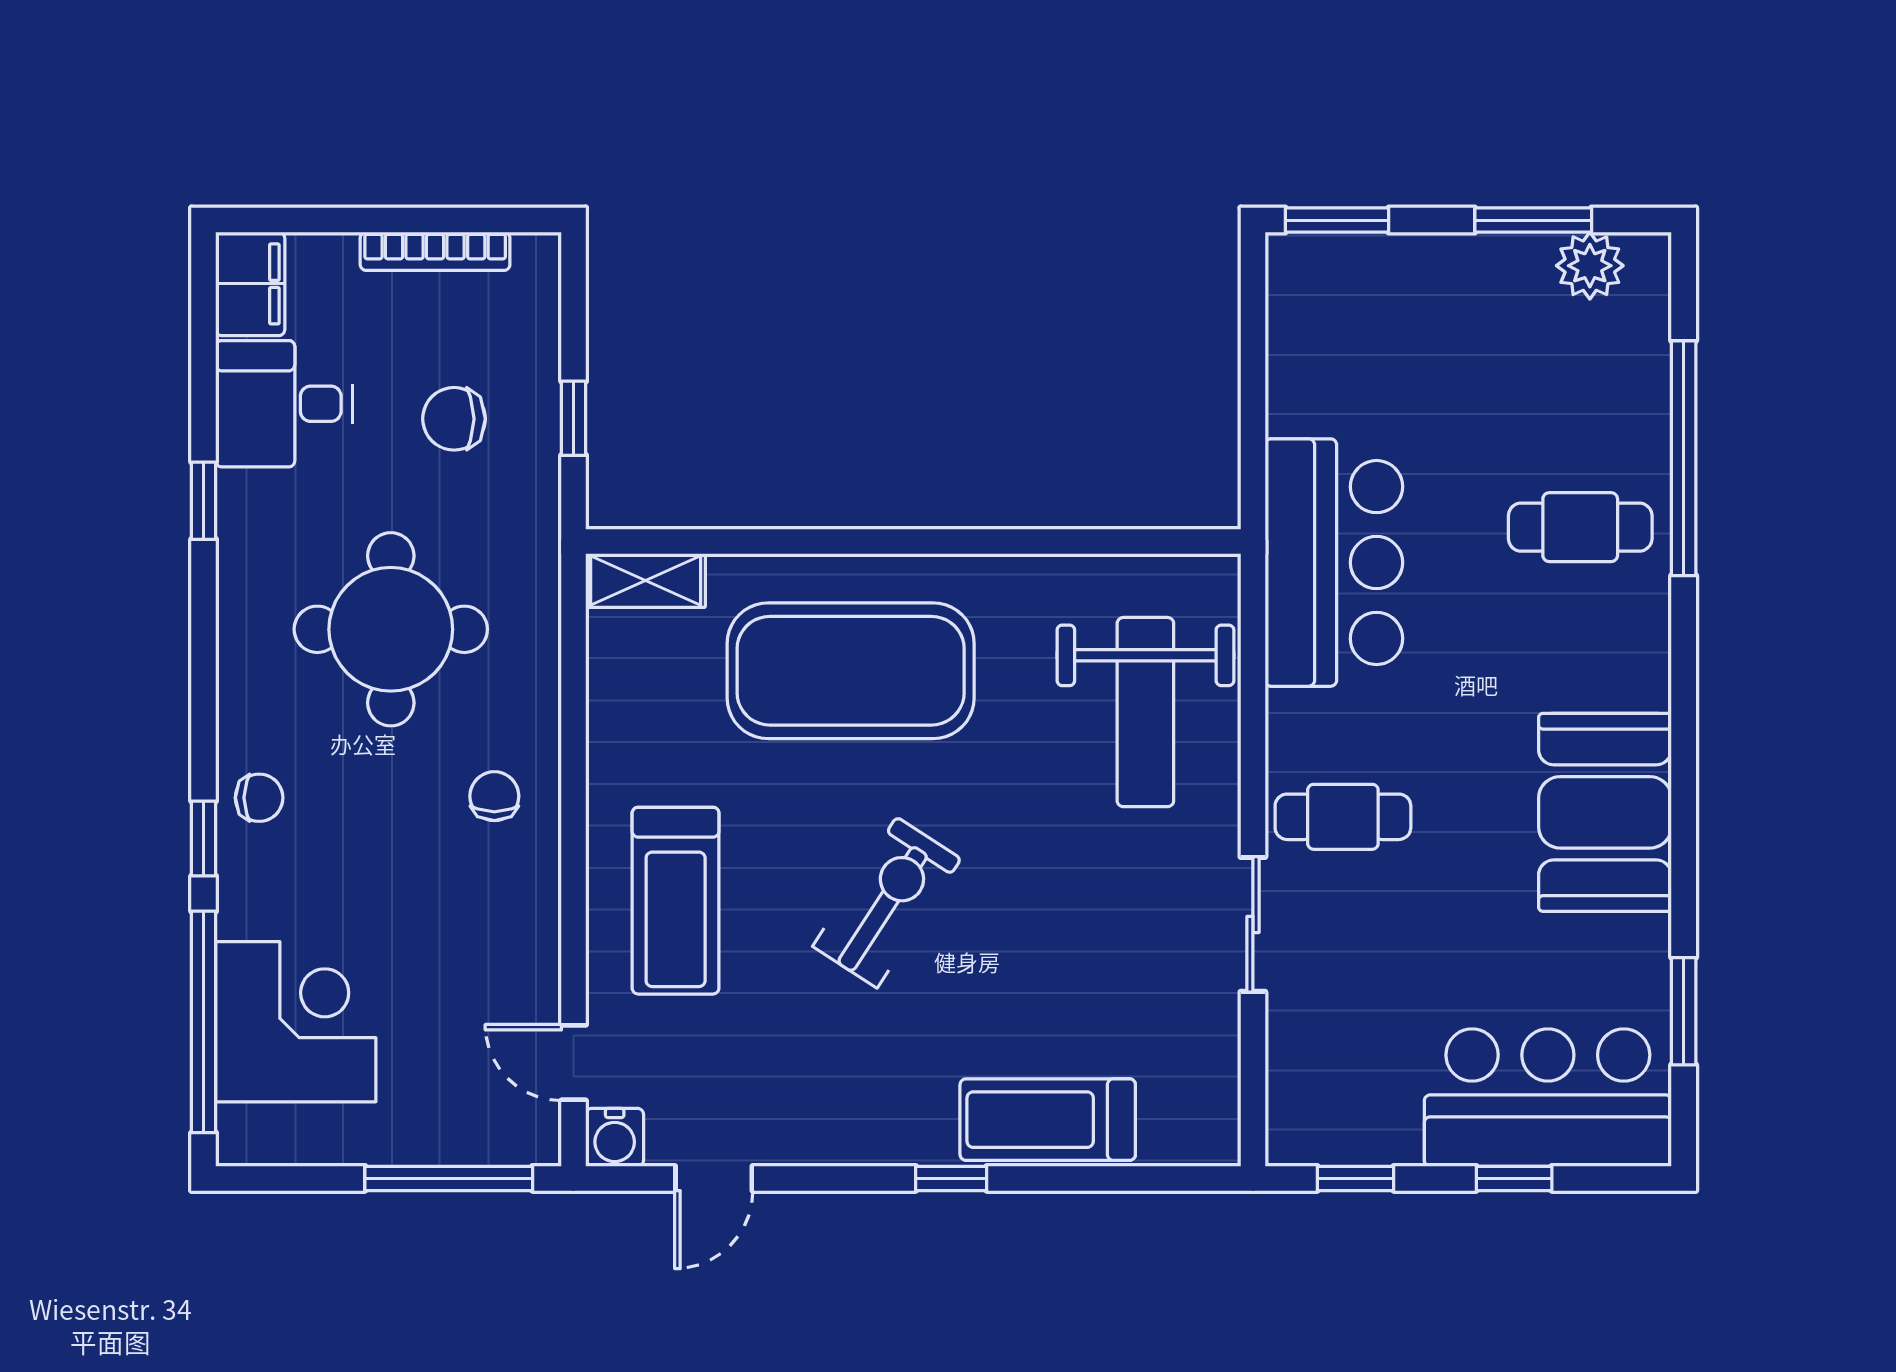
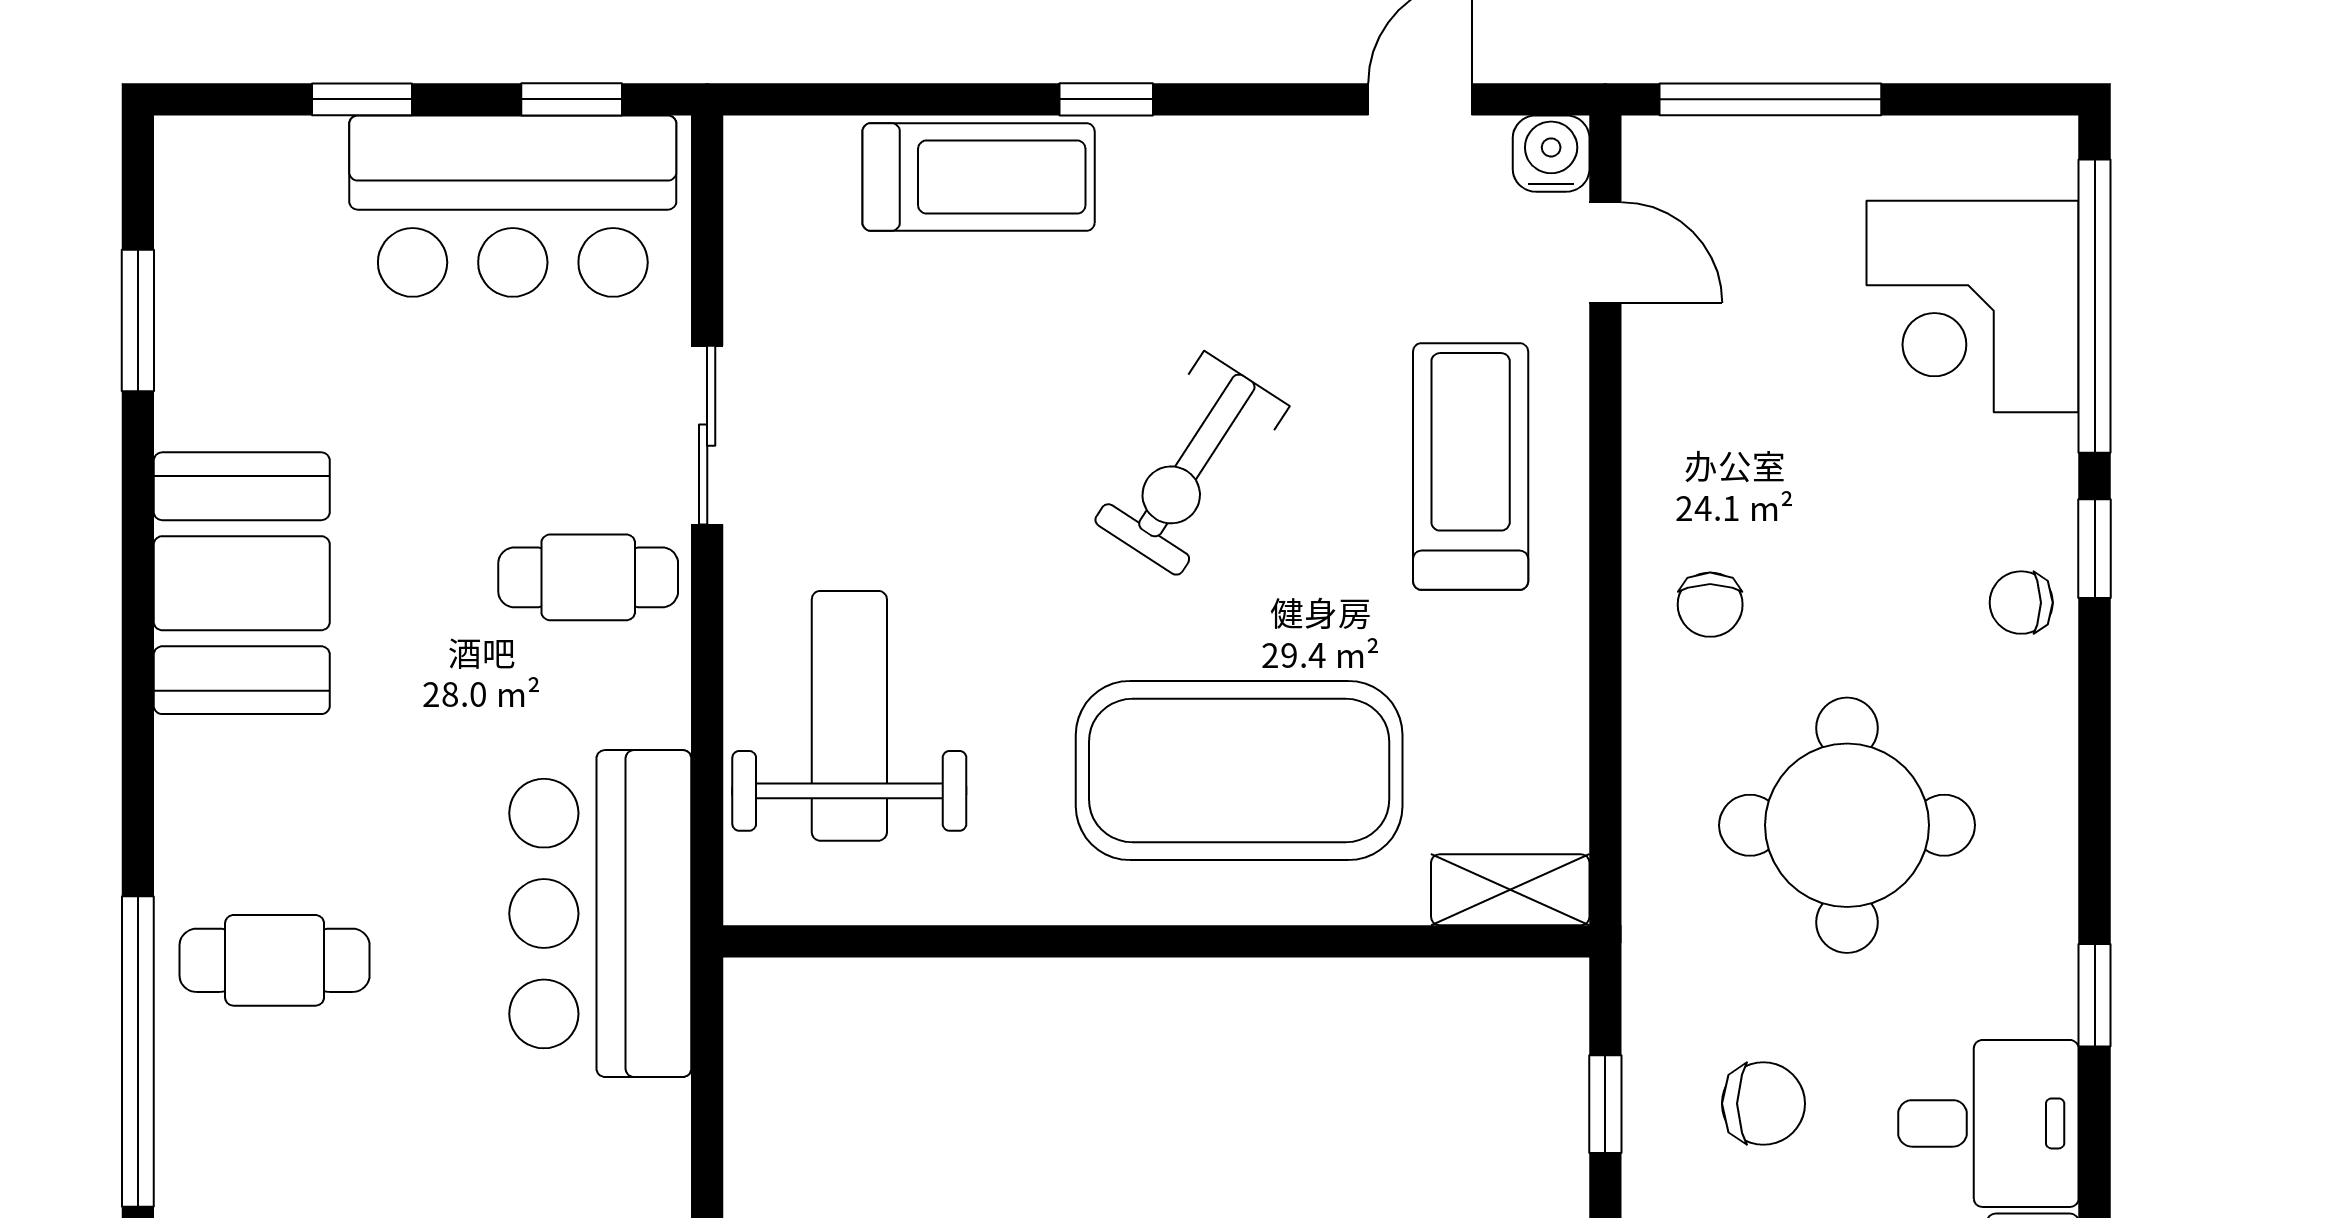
bar counter: (1548, 1098) -> (513, 206), moved

